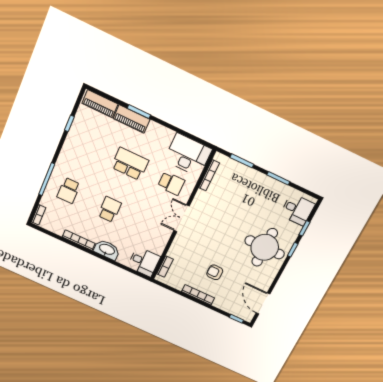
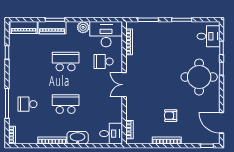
plant: (166, 135) -> (83, 27), added
school desk: (171, 183) -> (104, 62), turned 180
school desk: (69, 190) -> (27, 104), turned 90
school desk: (110, 209) -> (66, 104), width x1.85

